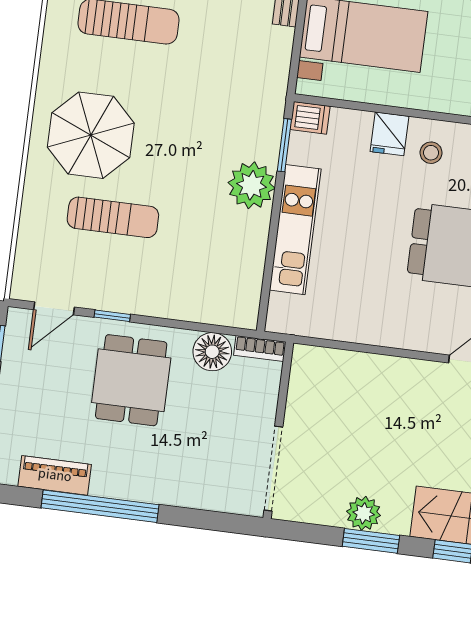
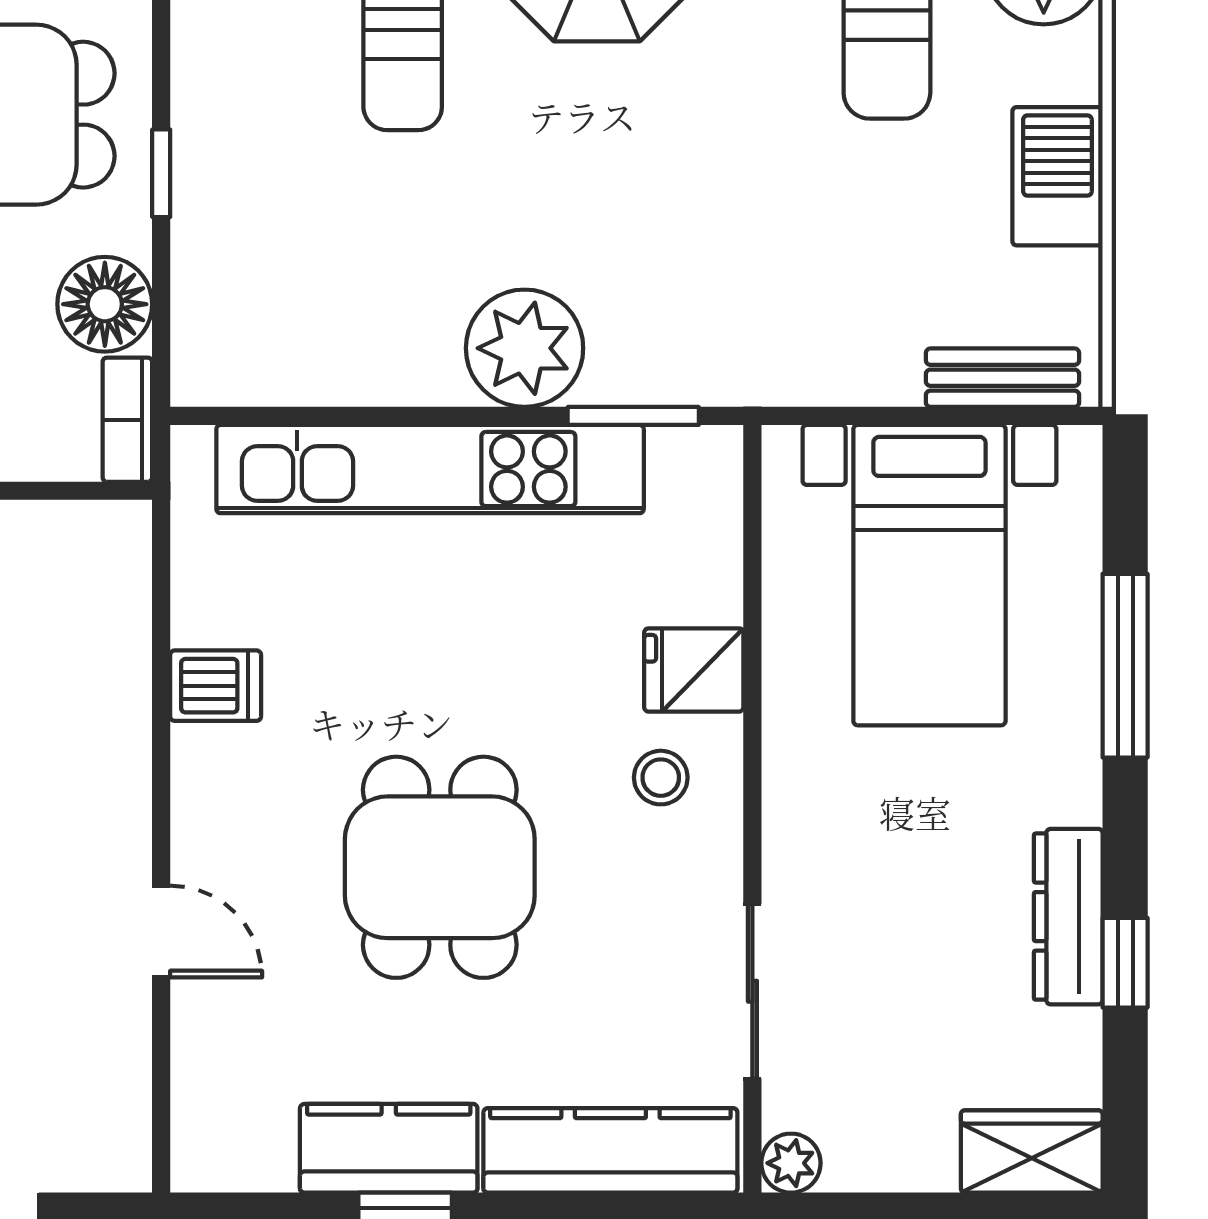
dishwasher: (310, 118) -> (216, 686), moved, turned -90
kitchen unit: (295, 230) -> (430, 469), width x1.36
window: (112, 316) -> (161, 173), moved

